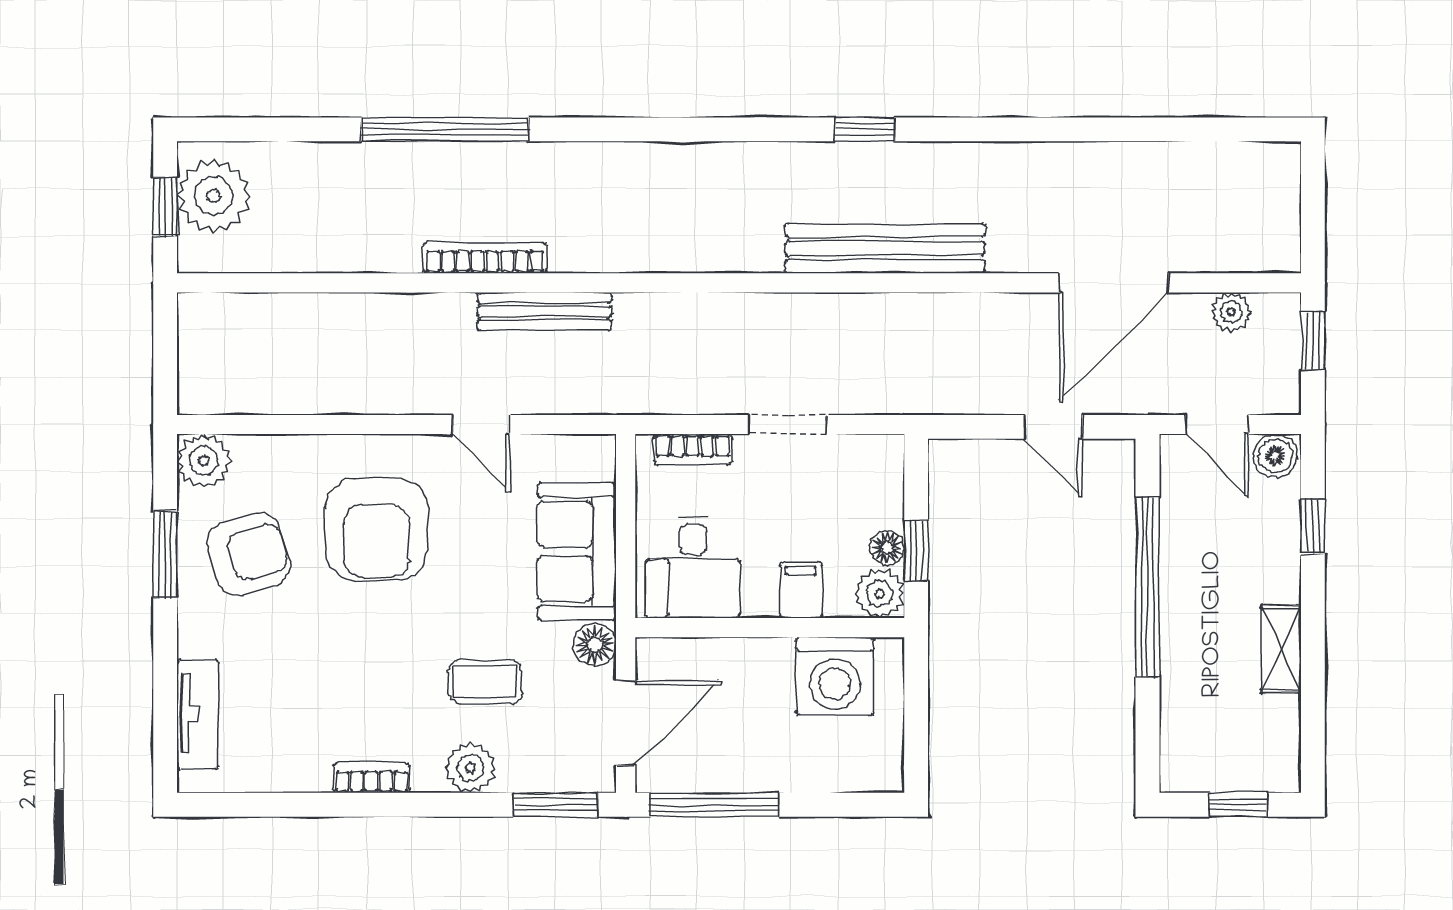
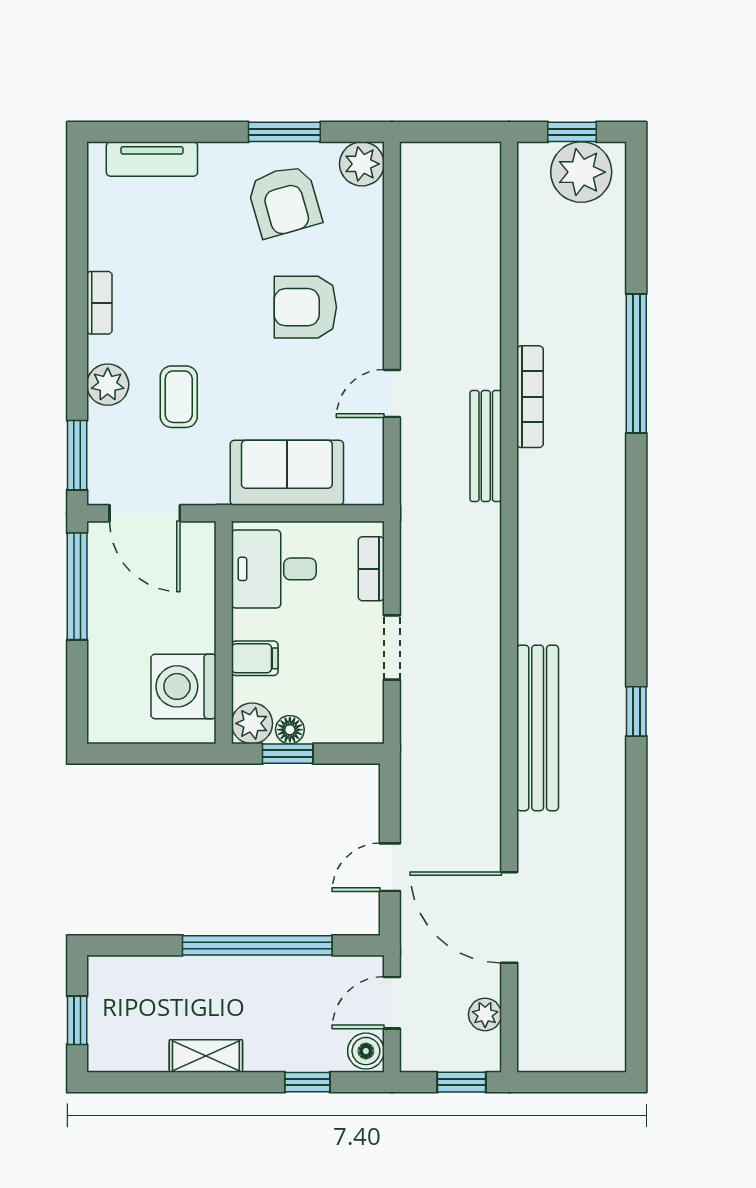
armchair: (377, 529) -> (305, 307), width x0.73, depth x0.73
floor lamp: (595, 645) -> (210, 488), removed

